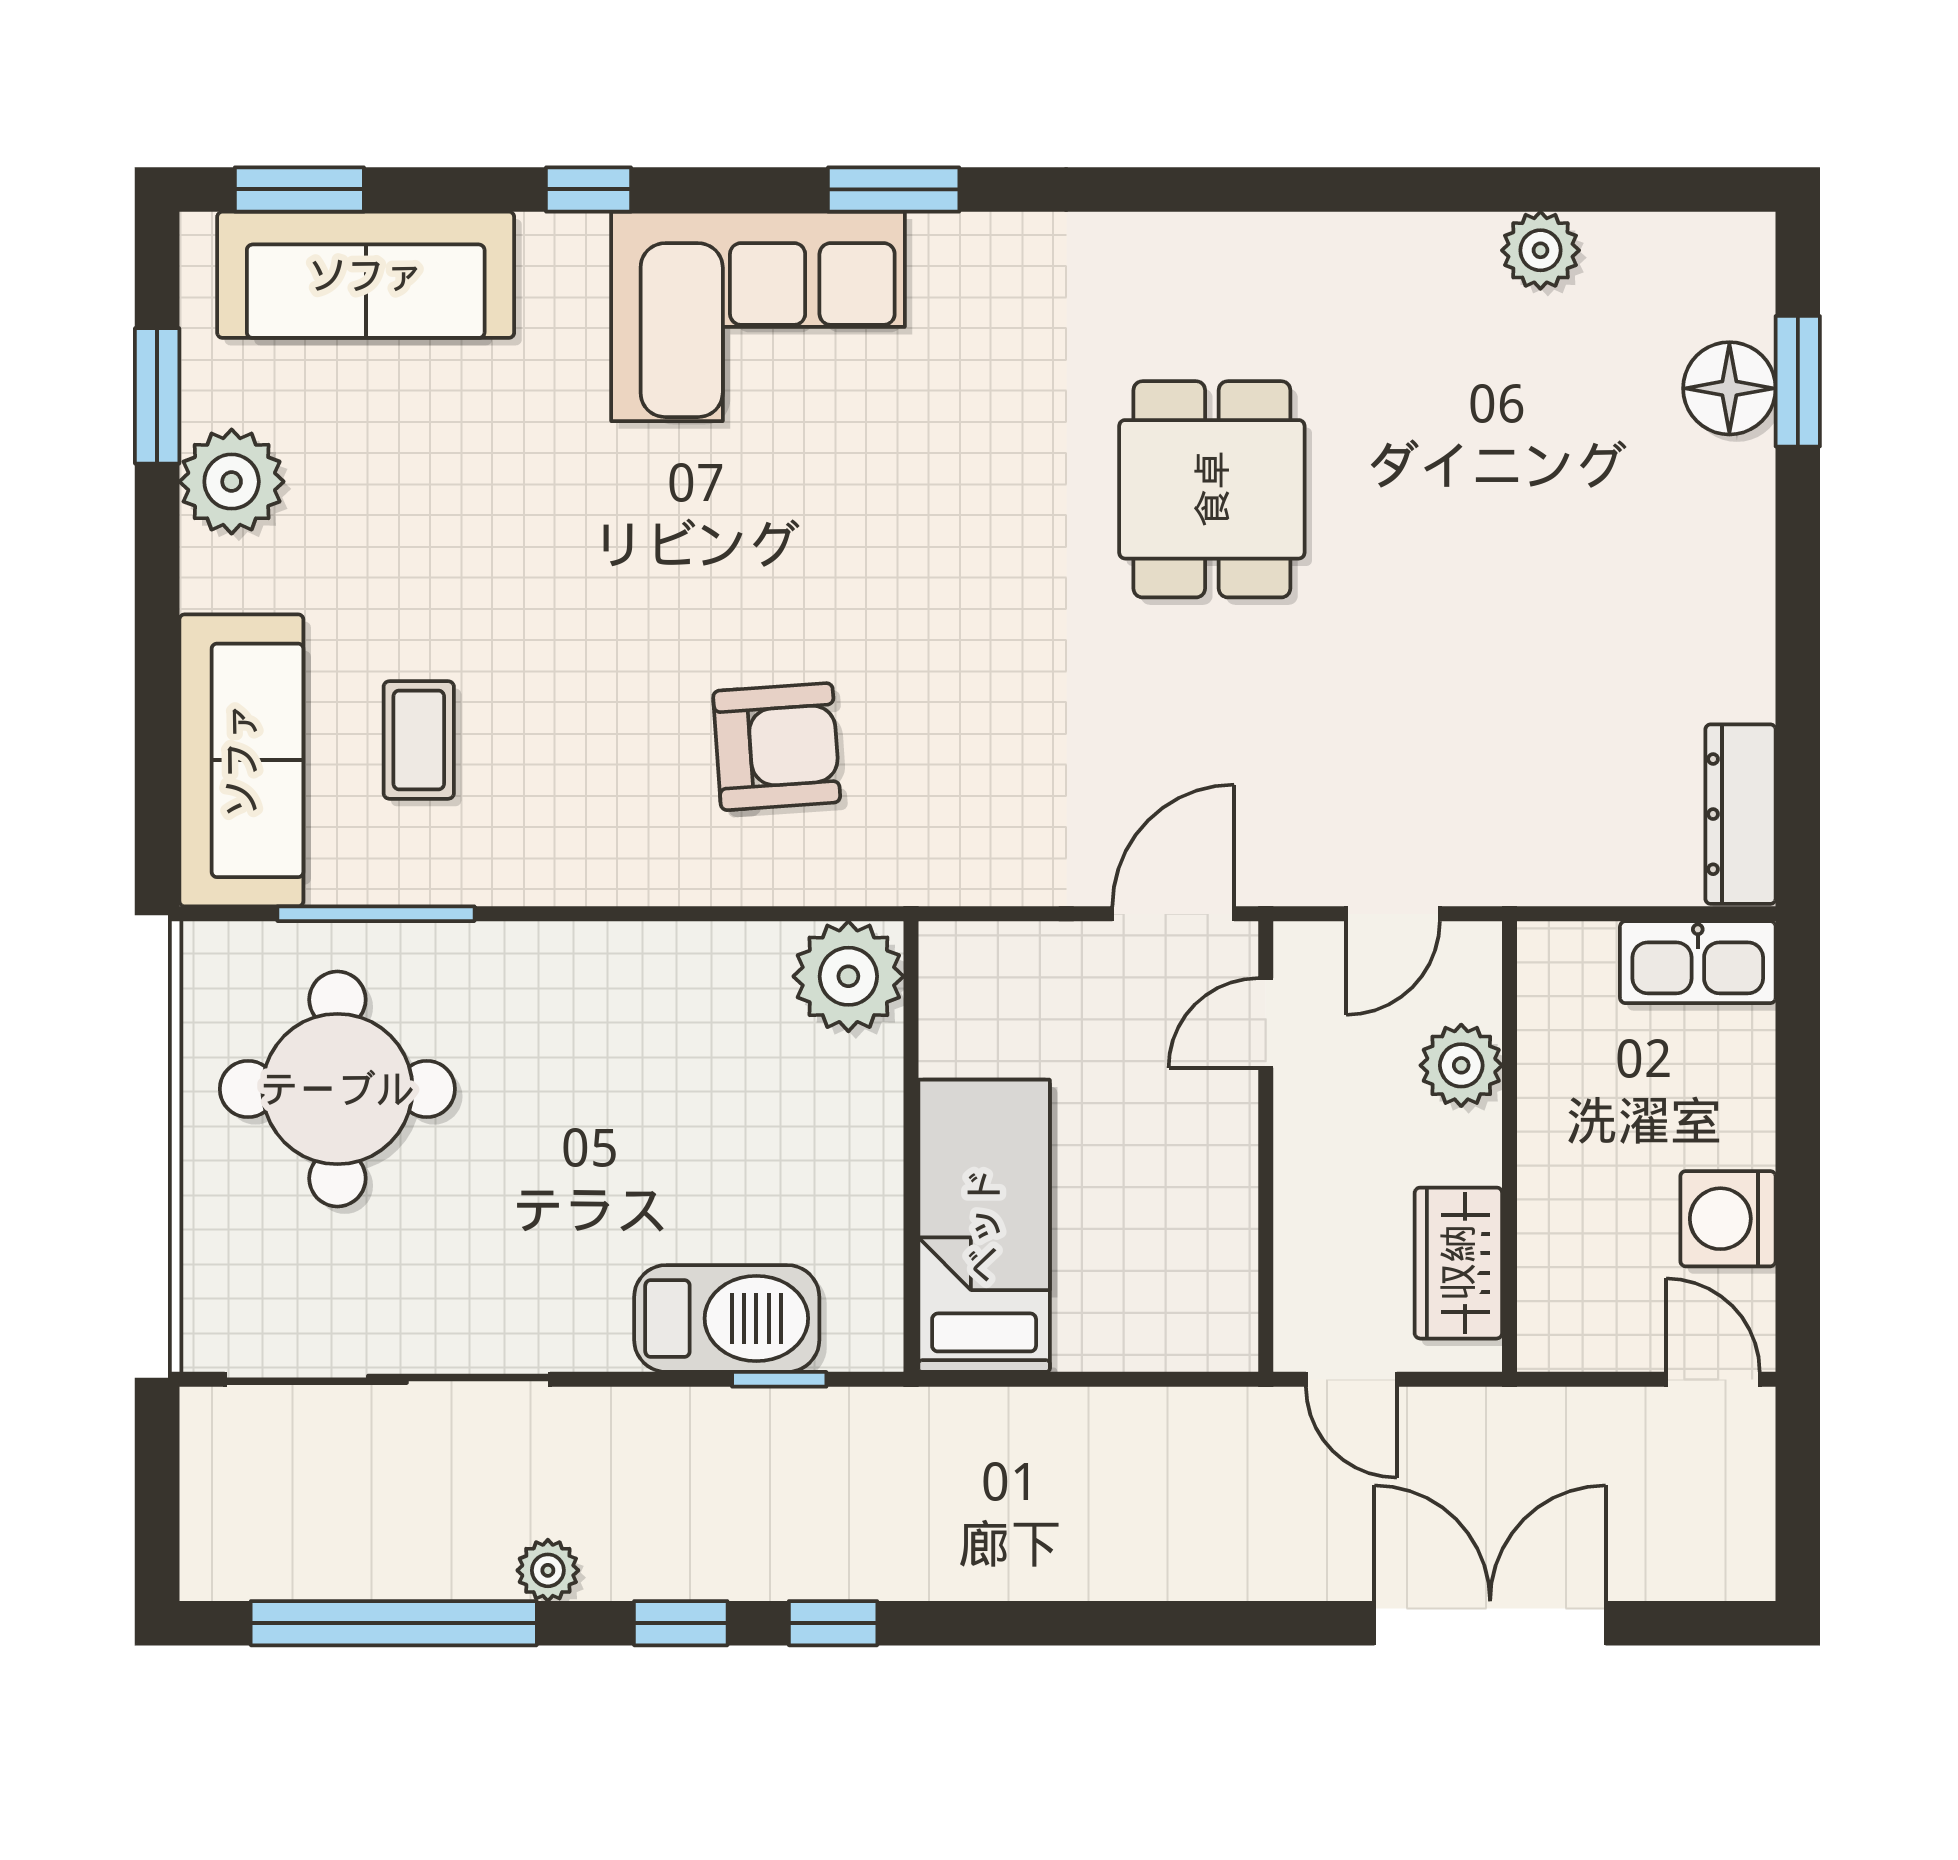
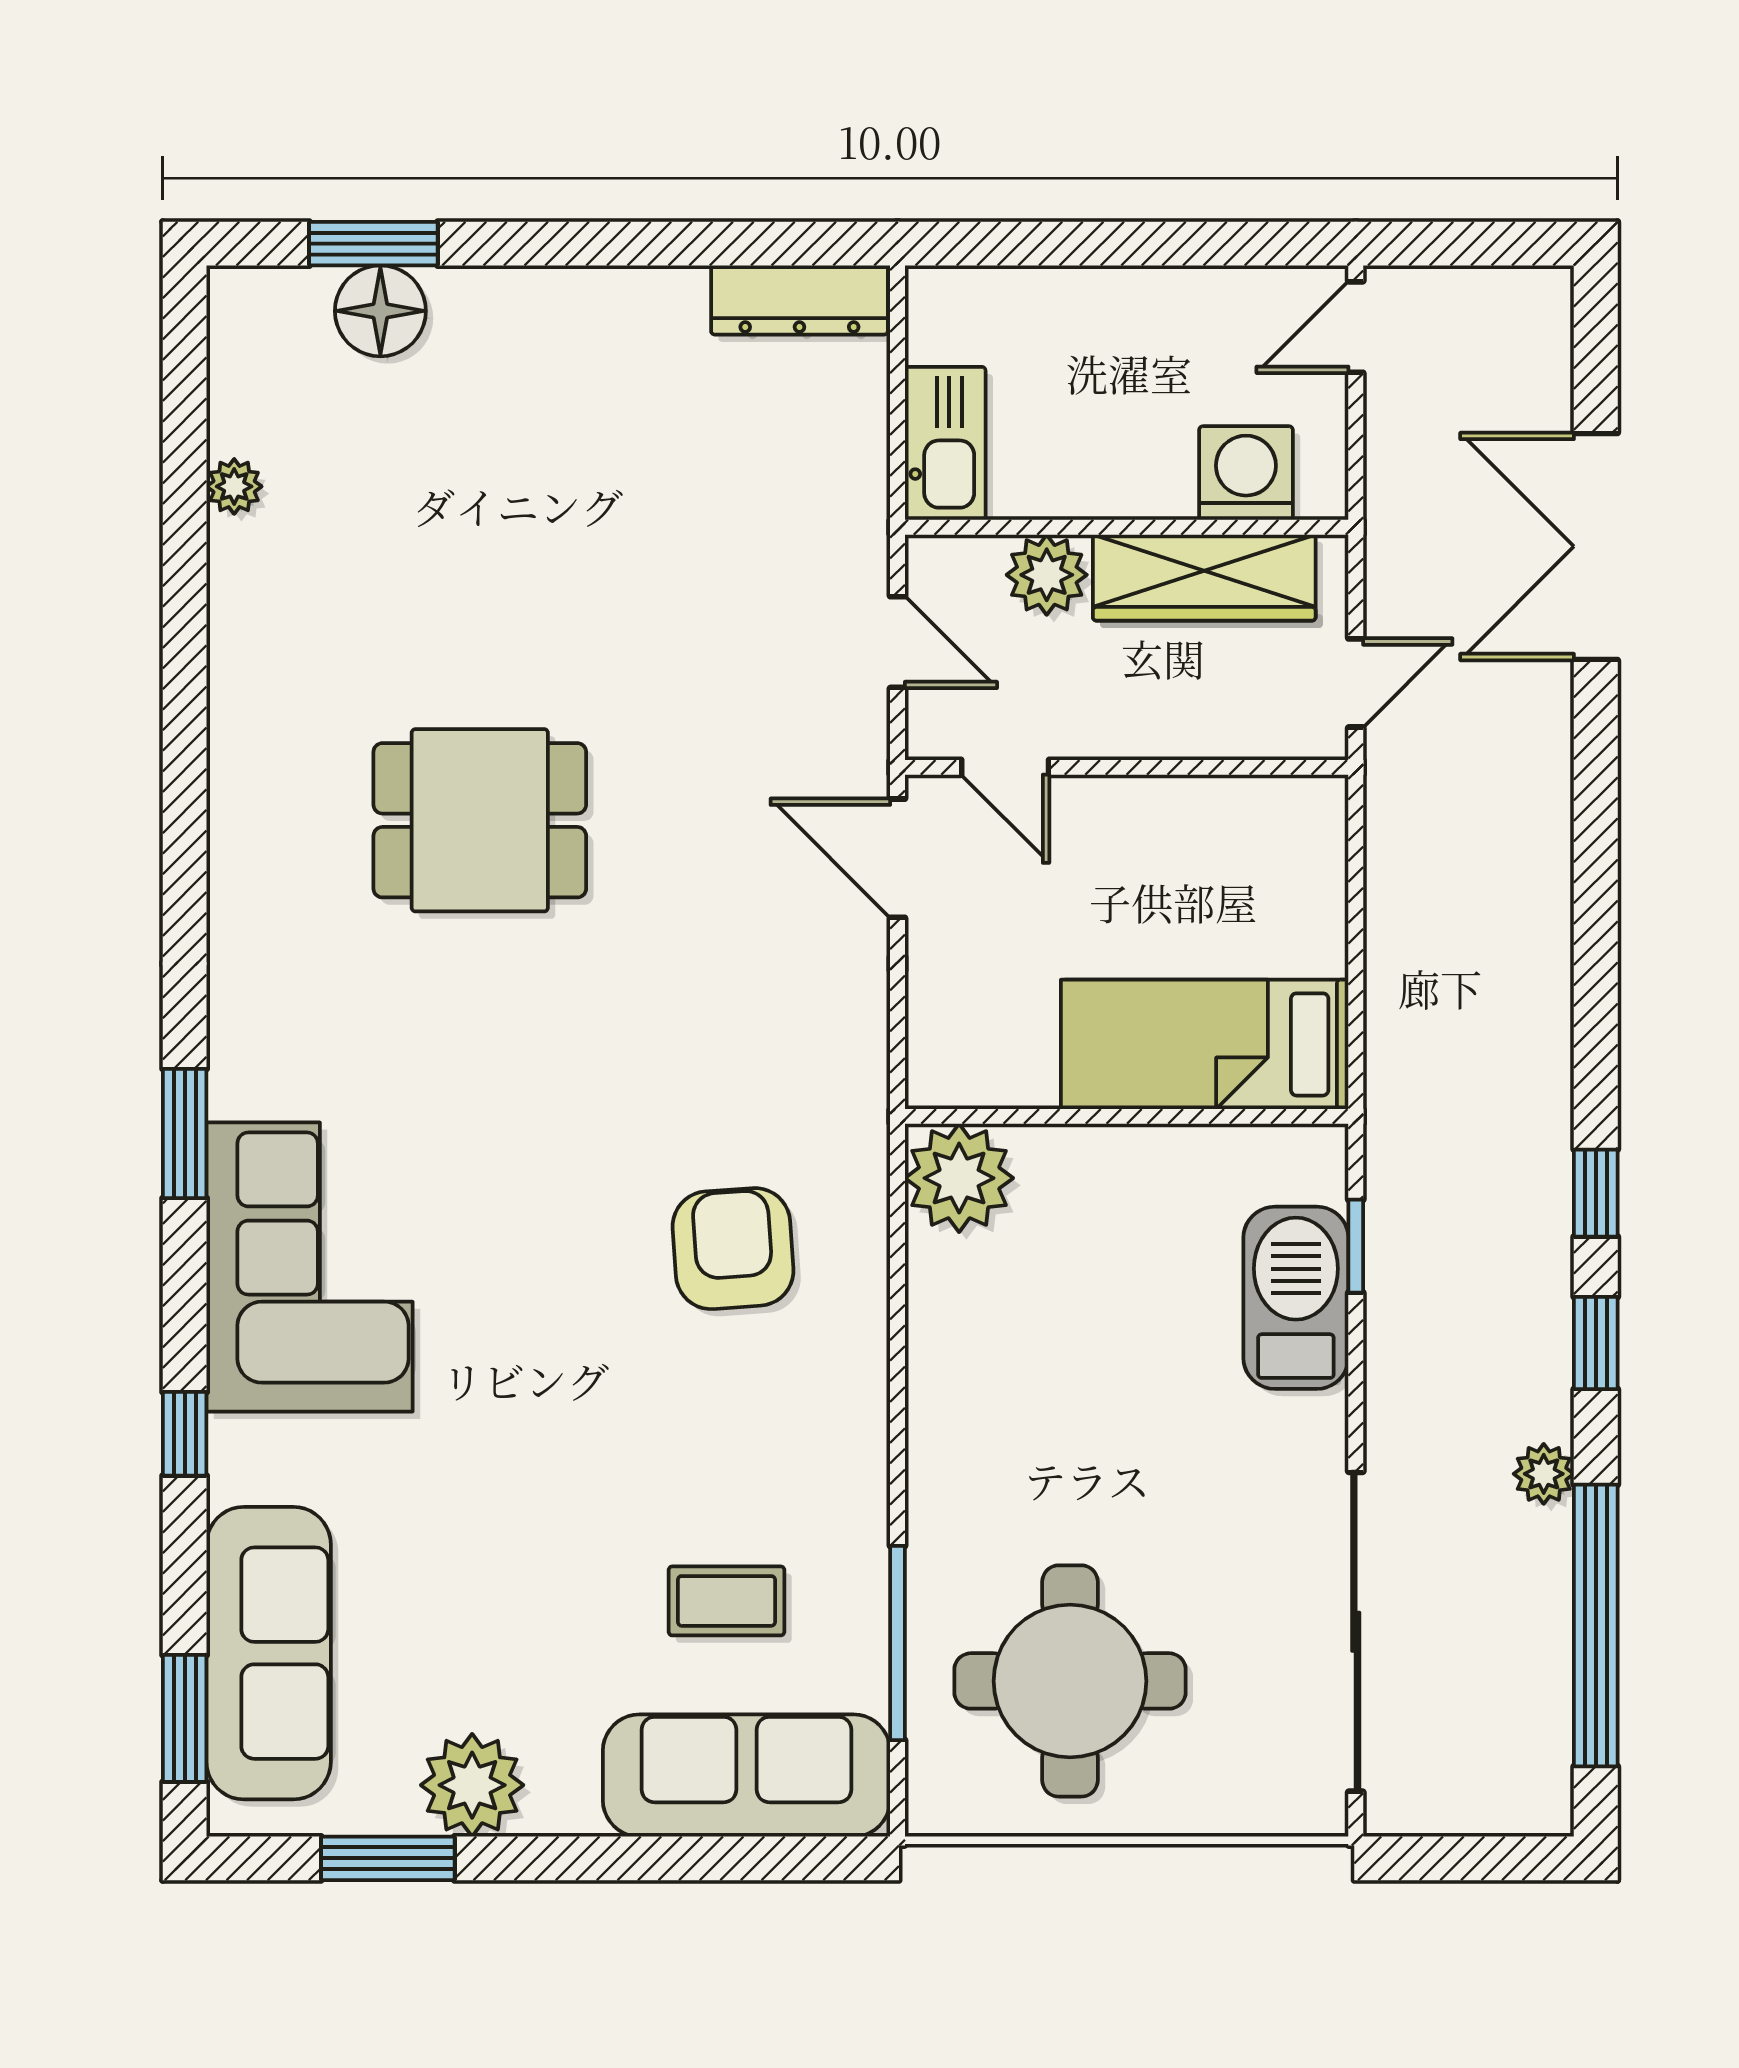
plant: (1540, 250) -> (234, 486), width x0.73, depth x0.73
kitchen sink: (1698, 962) -> (945, 443), moved
washing machine: (1728, 1219) -> (1246, 473), moved, turned 180
wardrobe: (1458, 1263) -> (1204, 578), width x1.50

